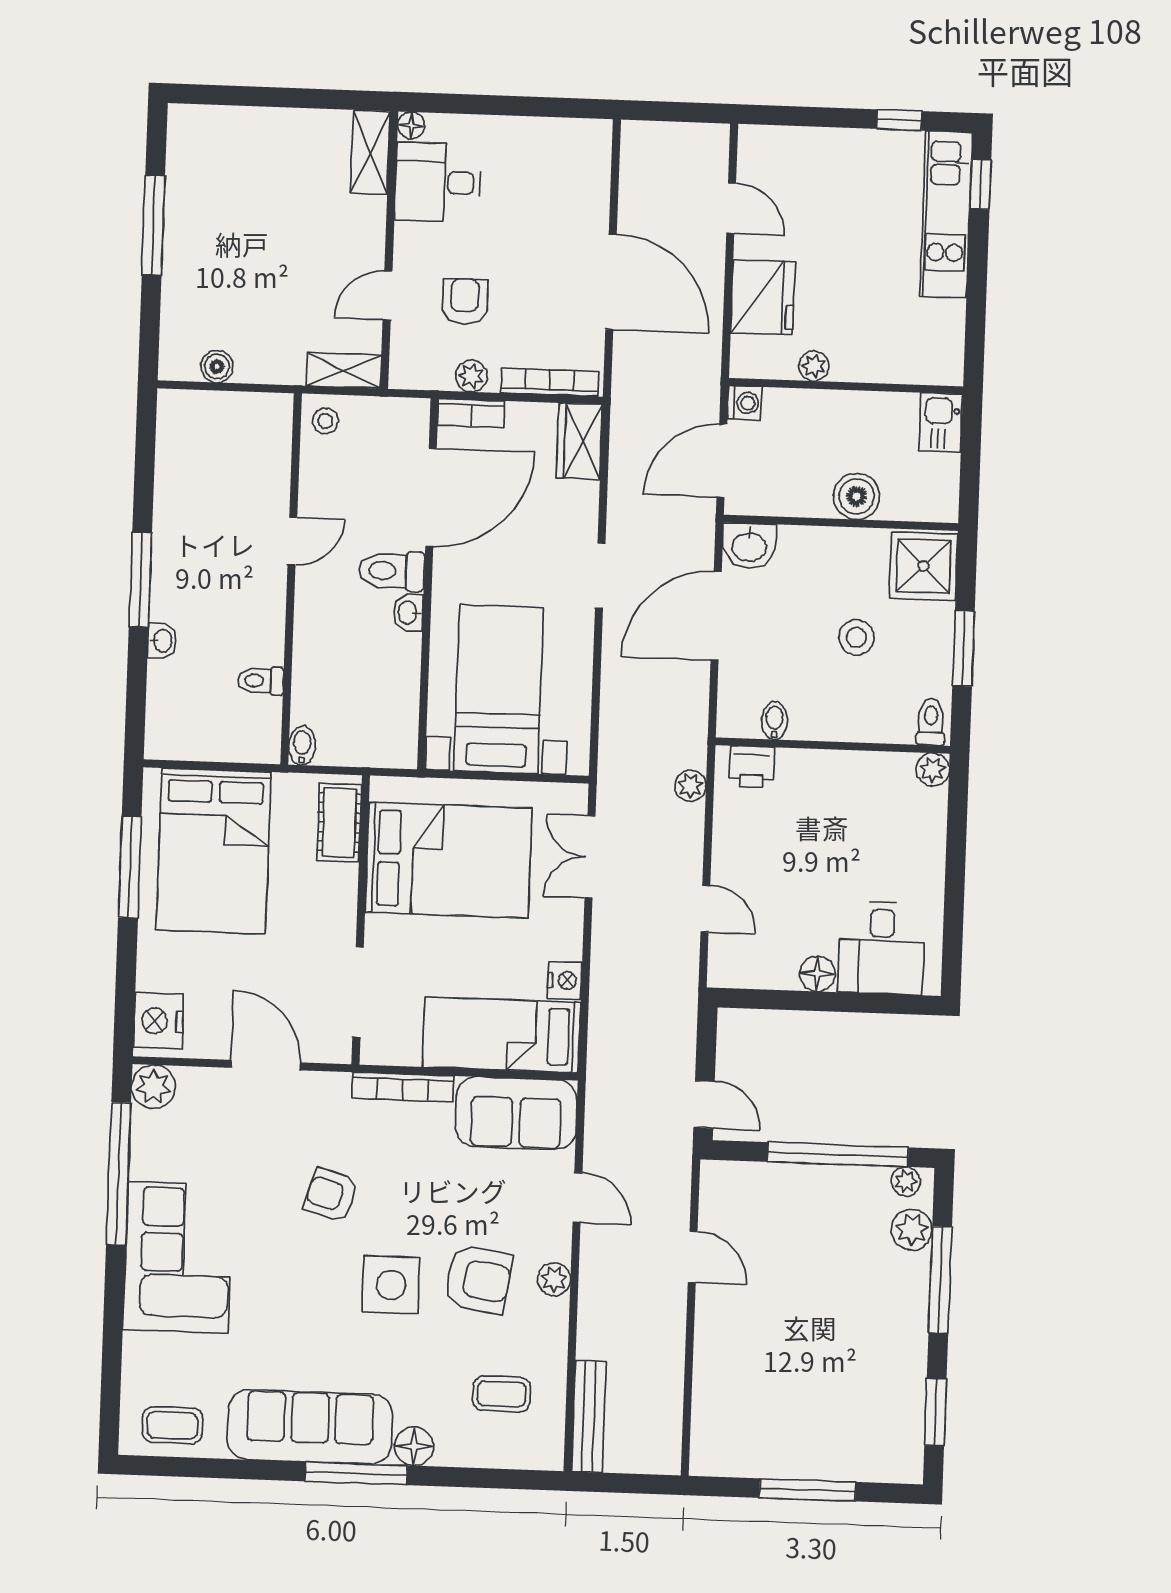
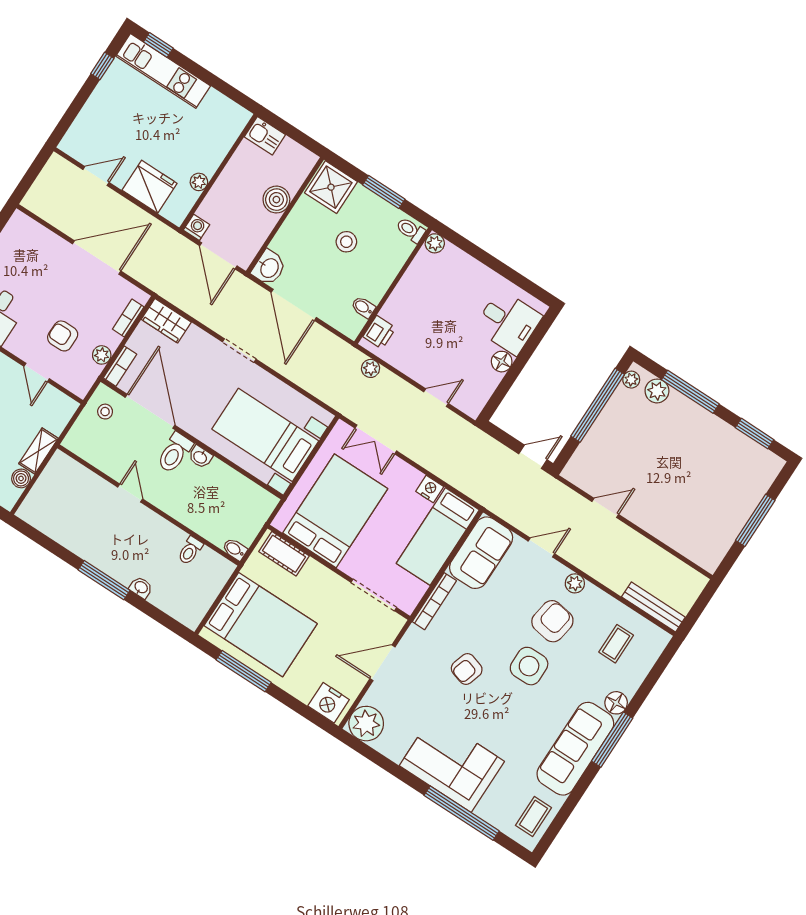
shelving: (344, 371) -> (39, 451), moved
bookcase: (550, 382) -> (128, 318), width x0.64
stool: (325, 421) -> (105, 412), moved
plant: (153, 1087) -> (366, 724), width x1.36, depth x1.36
window: (119, 1174) -> (462, 813), moved

